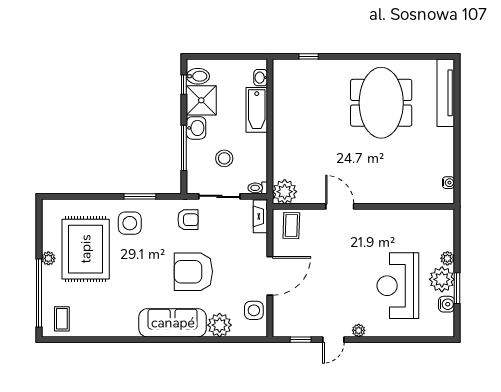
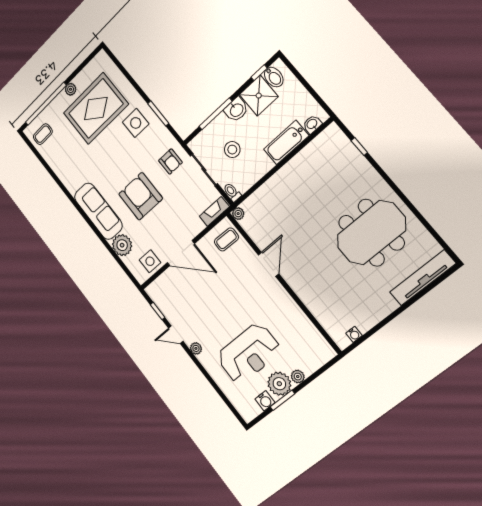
plant: (285, 192) -> (238, 214), width x0.53, depth x0.53
reception desk: (398, 286) -> (249, 353), turned 180

